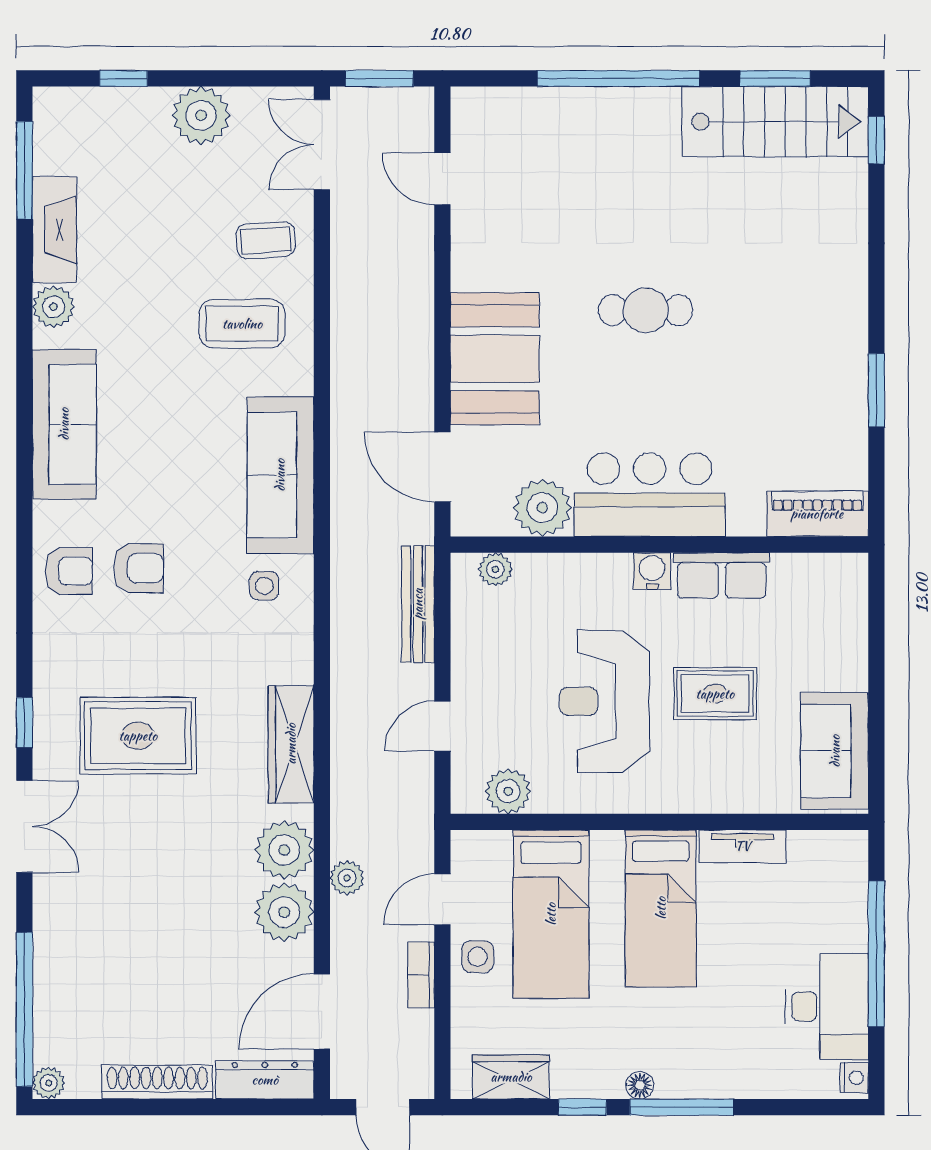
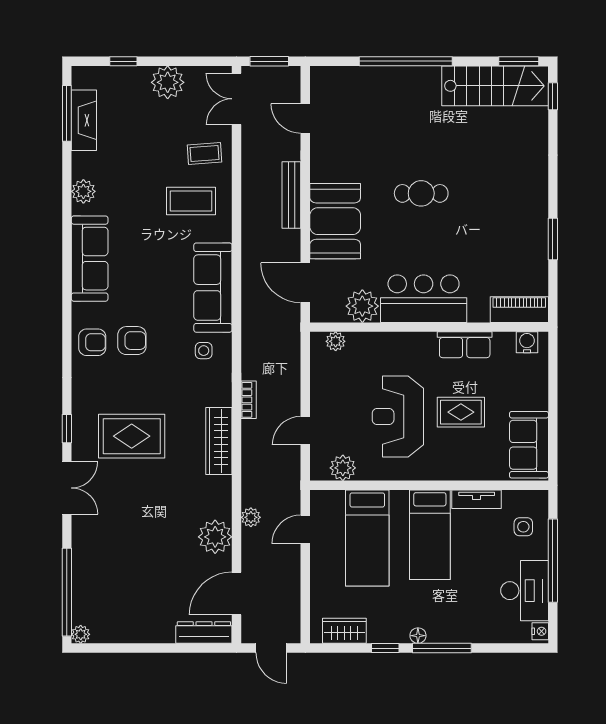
window: (775, 78) -> (519, 61), moved
fireplace: (54, 230) -> (84, 120), moved
water cooler: (652, 571) -> (527, 342), moved
bench: (418, 604) -> (291, 195), moved
plant: (284, 850) -> (215, 501), removed
side table: (478, 957) -> (523, 527), moved
bookcase: (421, 975) -> (249, 400), moved, turned 180
shoe rack: (157, 1082) -> (143, 634), removed

